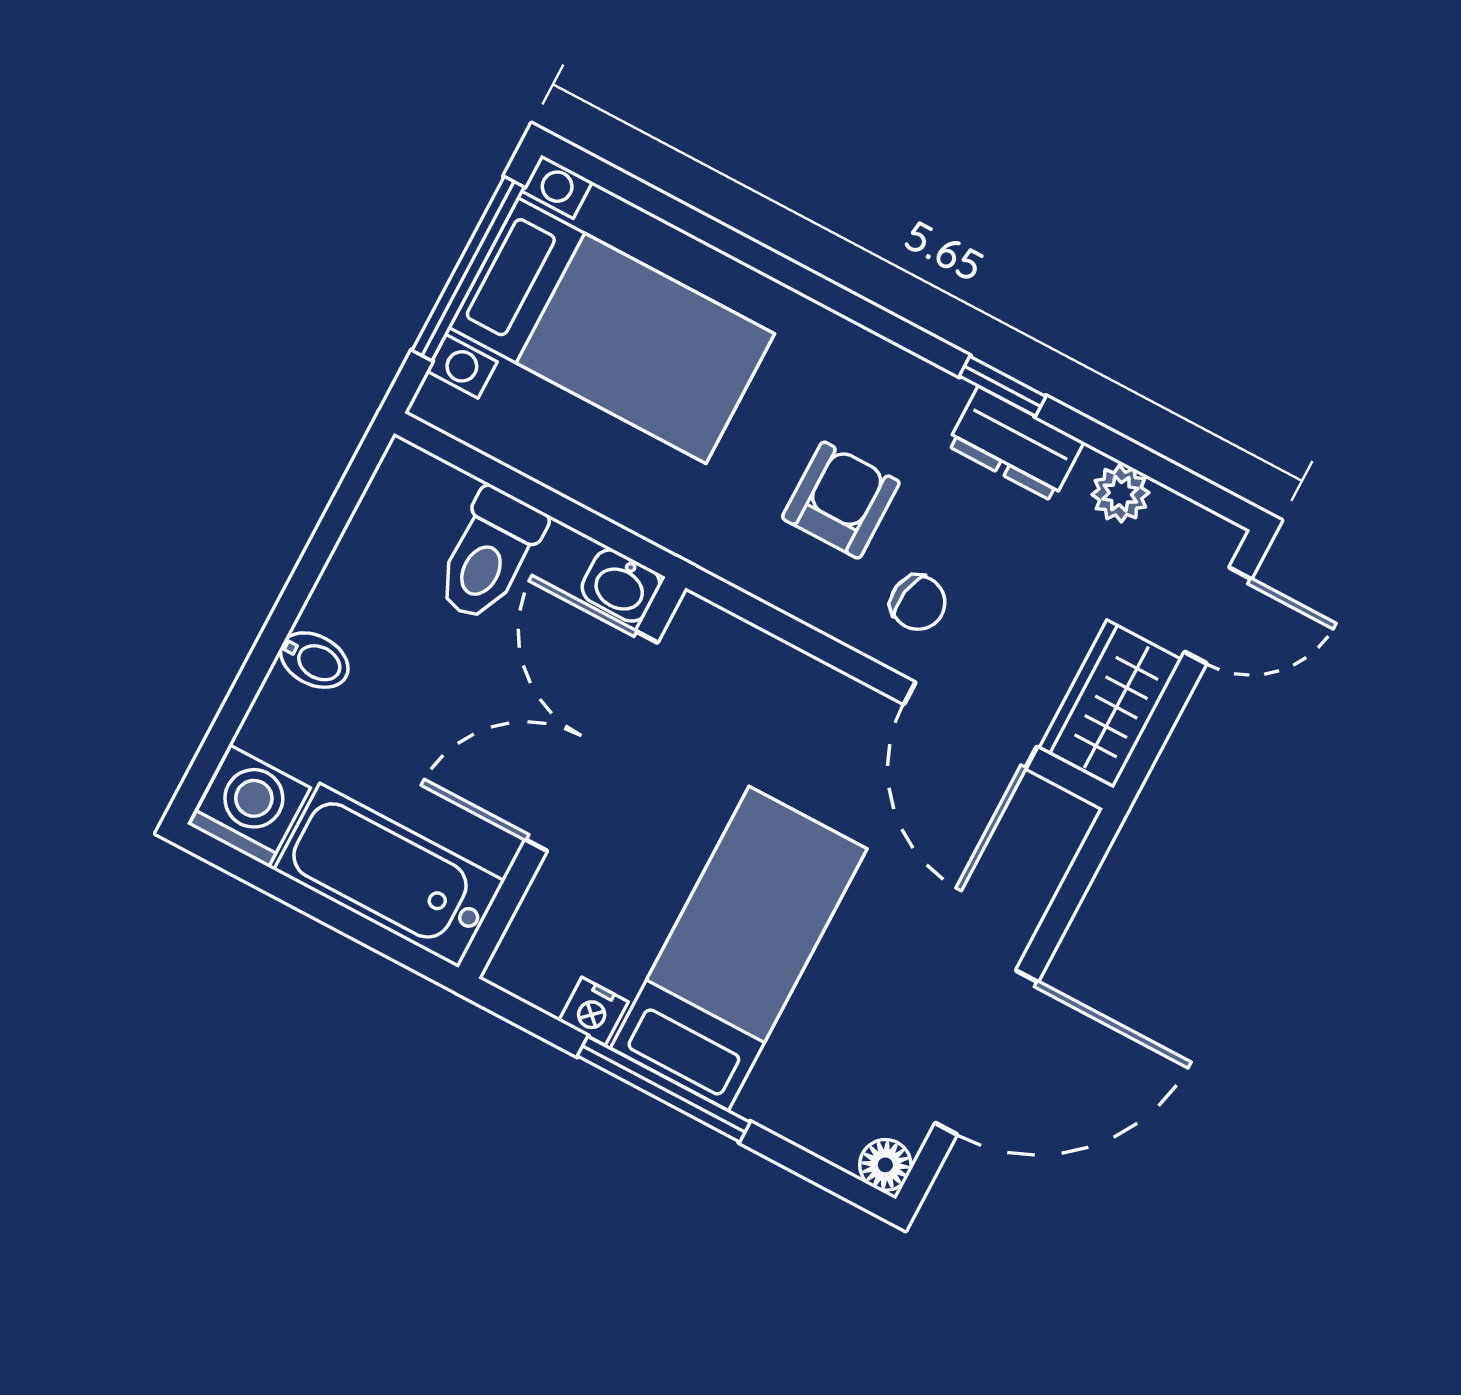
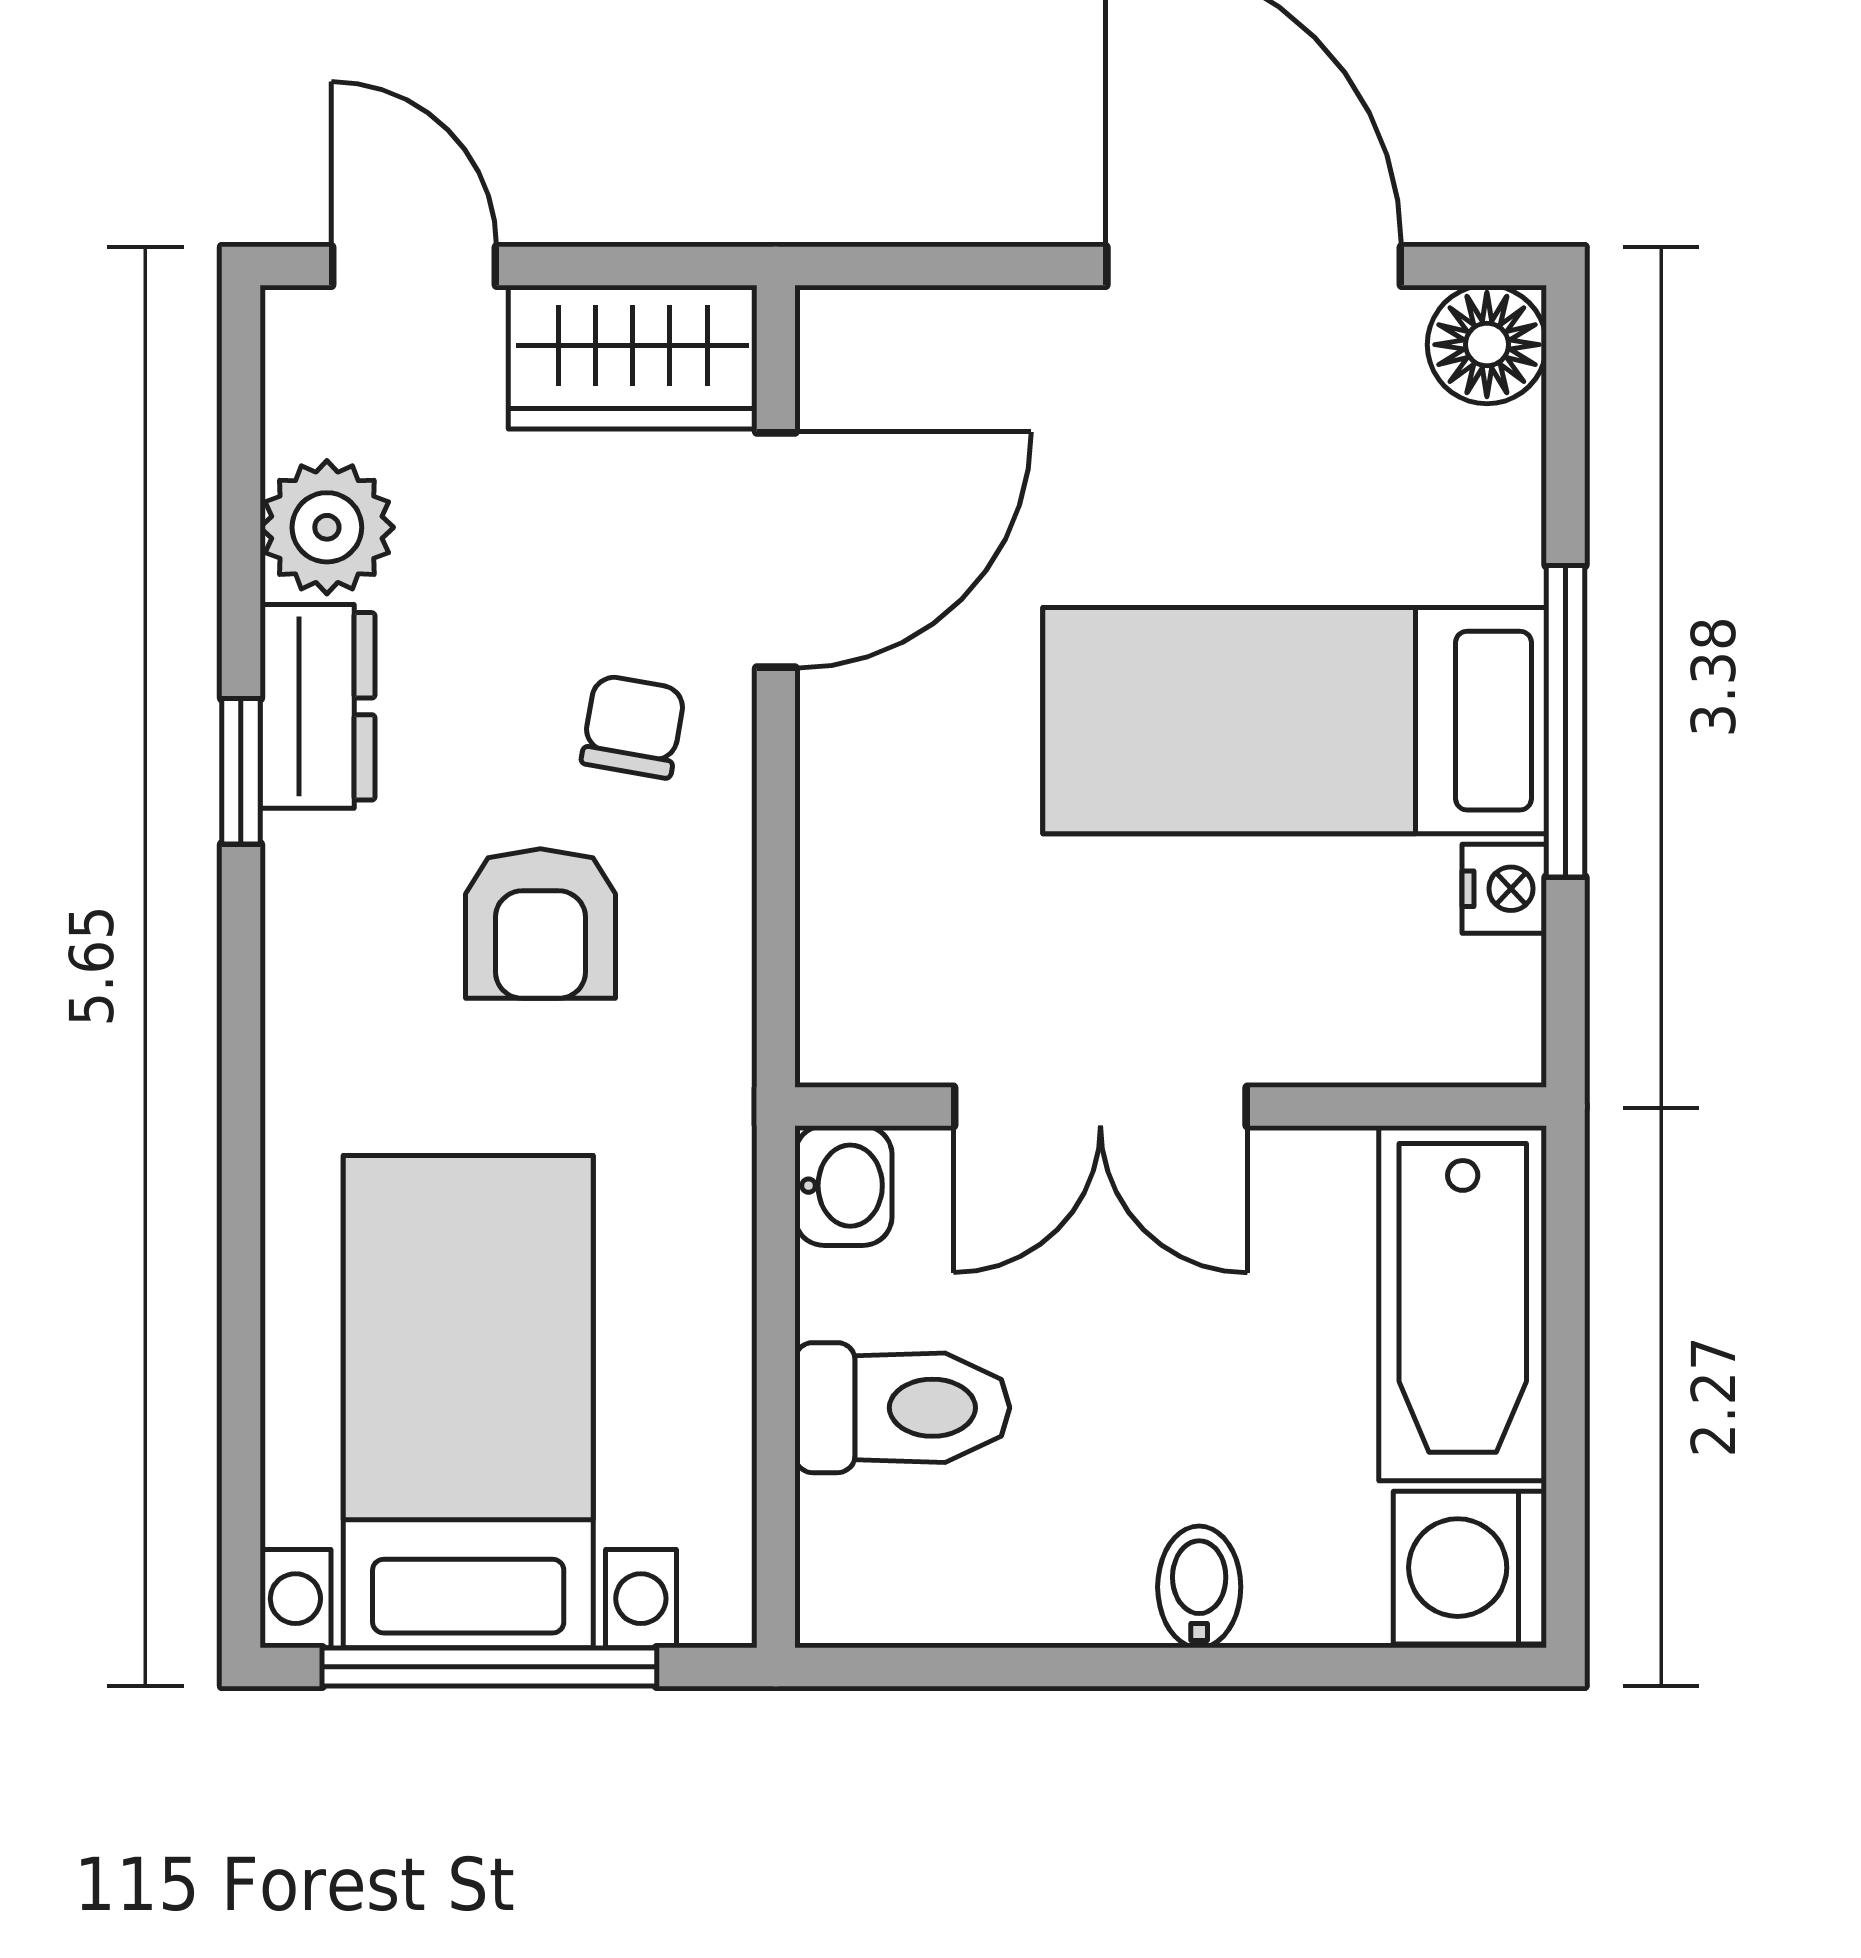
plant: (1120, 494) -> (327, 527), width x1.38, depth x1.38
armchair: (841, 500) -> (540, 924), turned -90
double door: (591, 741) -> (1100, 1107), width x0.73
floor lamp: (885, 1165) -> (1487, 345), width x1.37, depth x1.37

